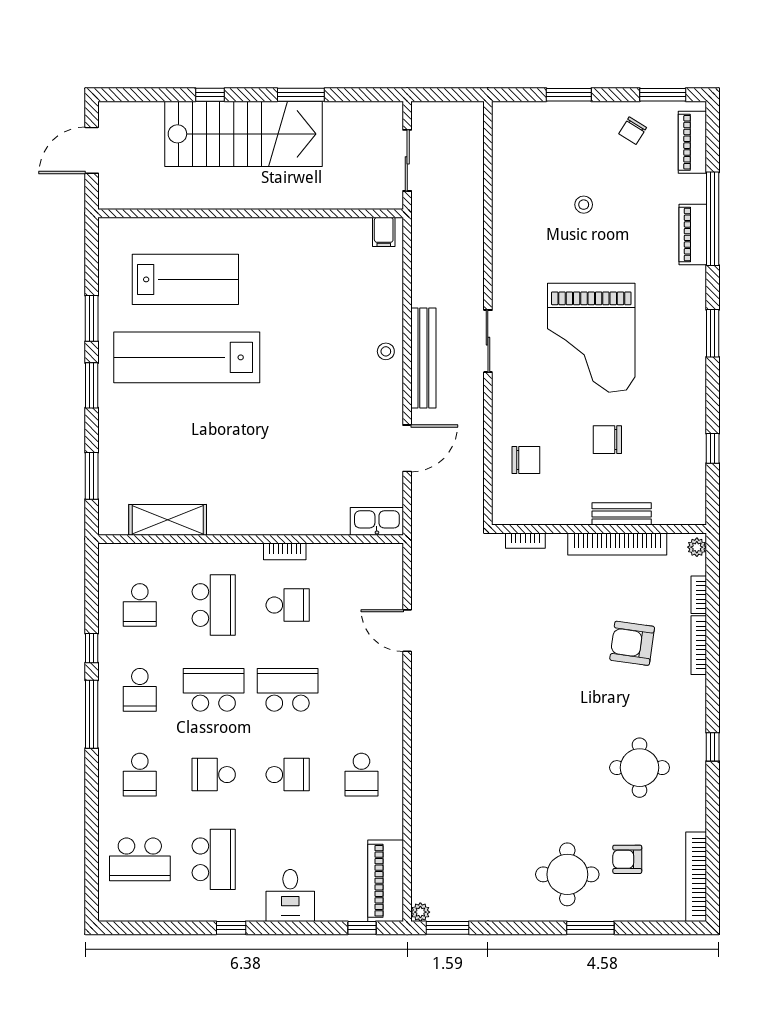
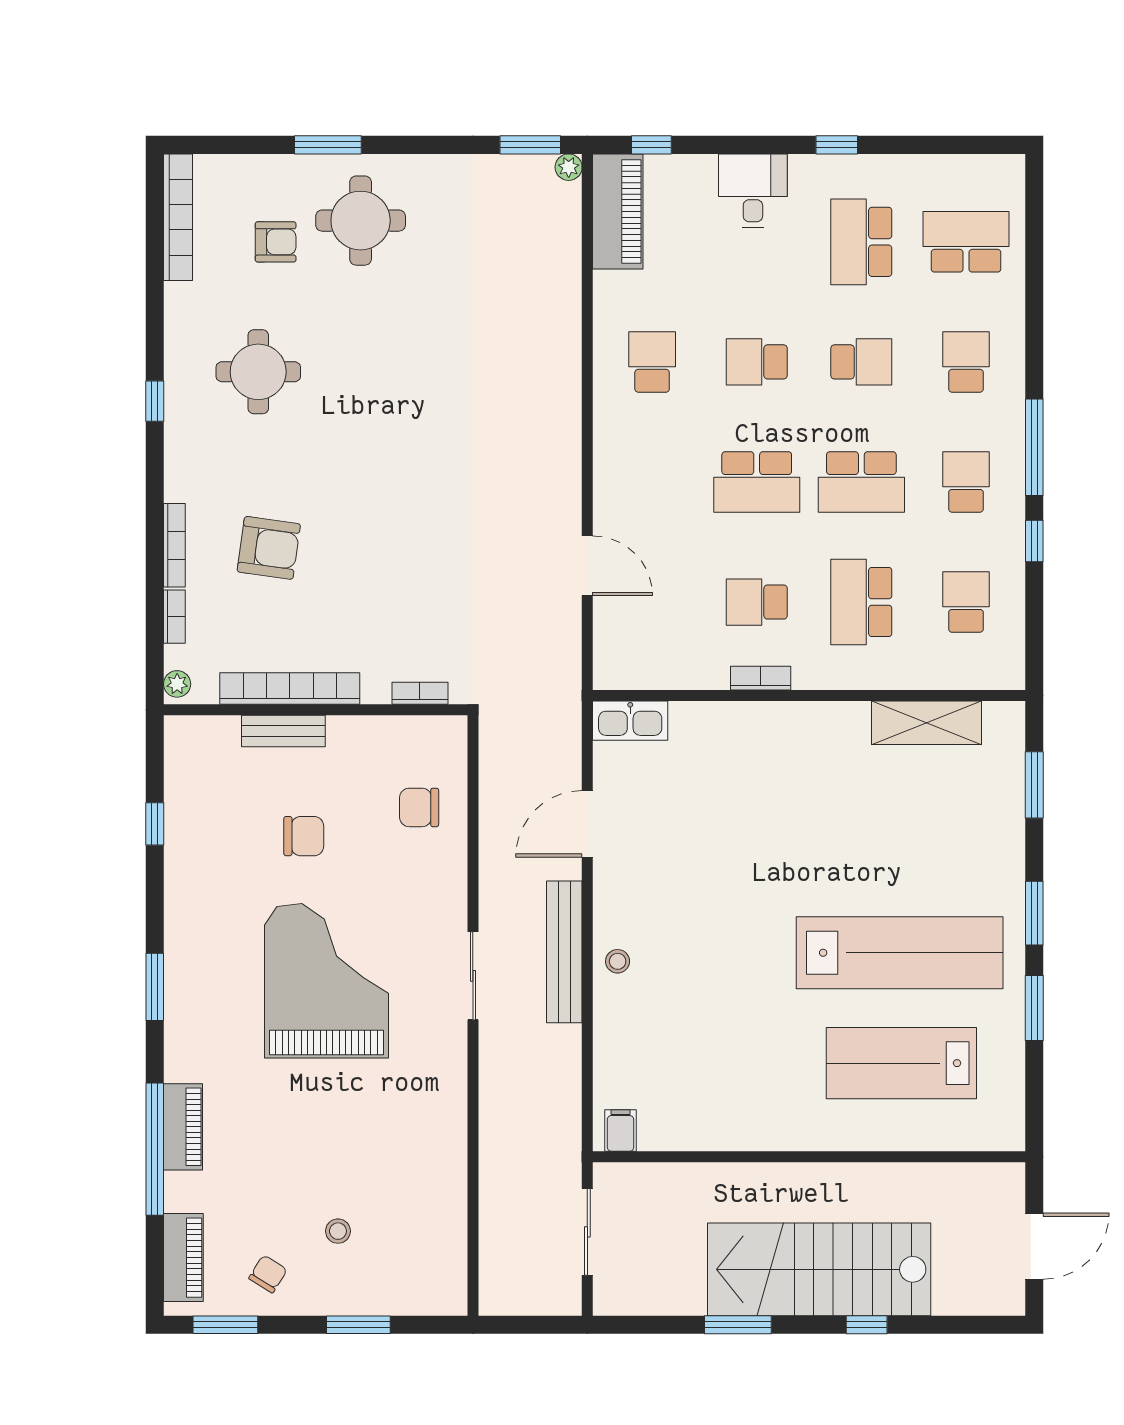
stool: (584, 205) -> (338, 1231), moved

